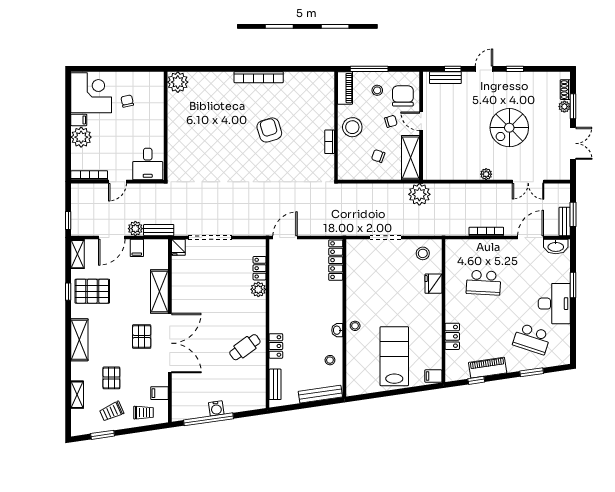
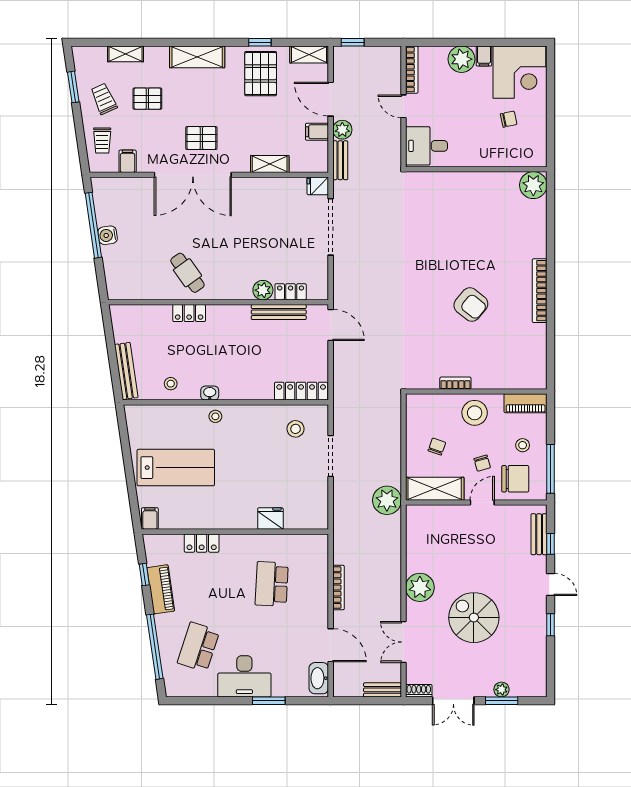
window: (369, 69) -> (551, 469), moved
shoe rack: (565, 90) -> (419, 691), moved
armchair: (269, 130) -> (471, 305), turned 56
plant: (486, 174) -> (420, 587), width x1.87, depth x1.87
window: (573, 214) -> (361, 701), removed
bench: (565, 221) -> (382, 690), moved
stool: (423, 253) -> (296, 429), moved
shelving: (159, 291) -> (270, 164), width x0.67, depth x0.75
window: (532, 372) -> (155, 647), width x2.11
bench: (275, 384) -> (279, 312), moved, width x1.36

